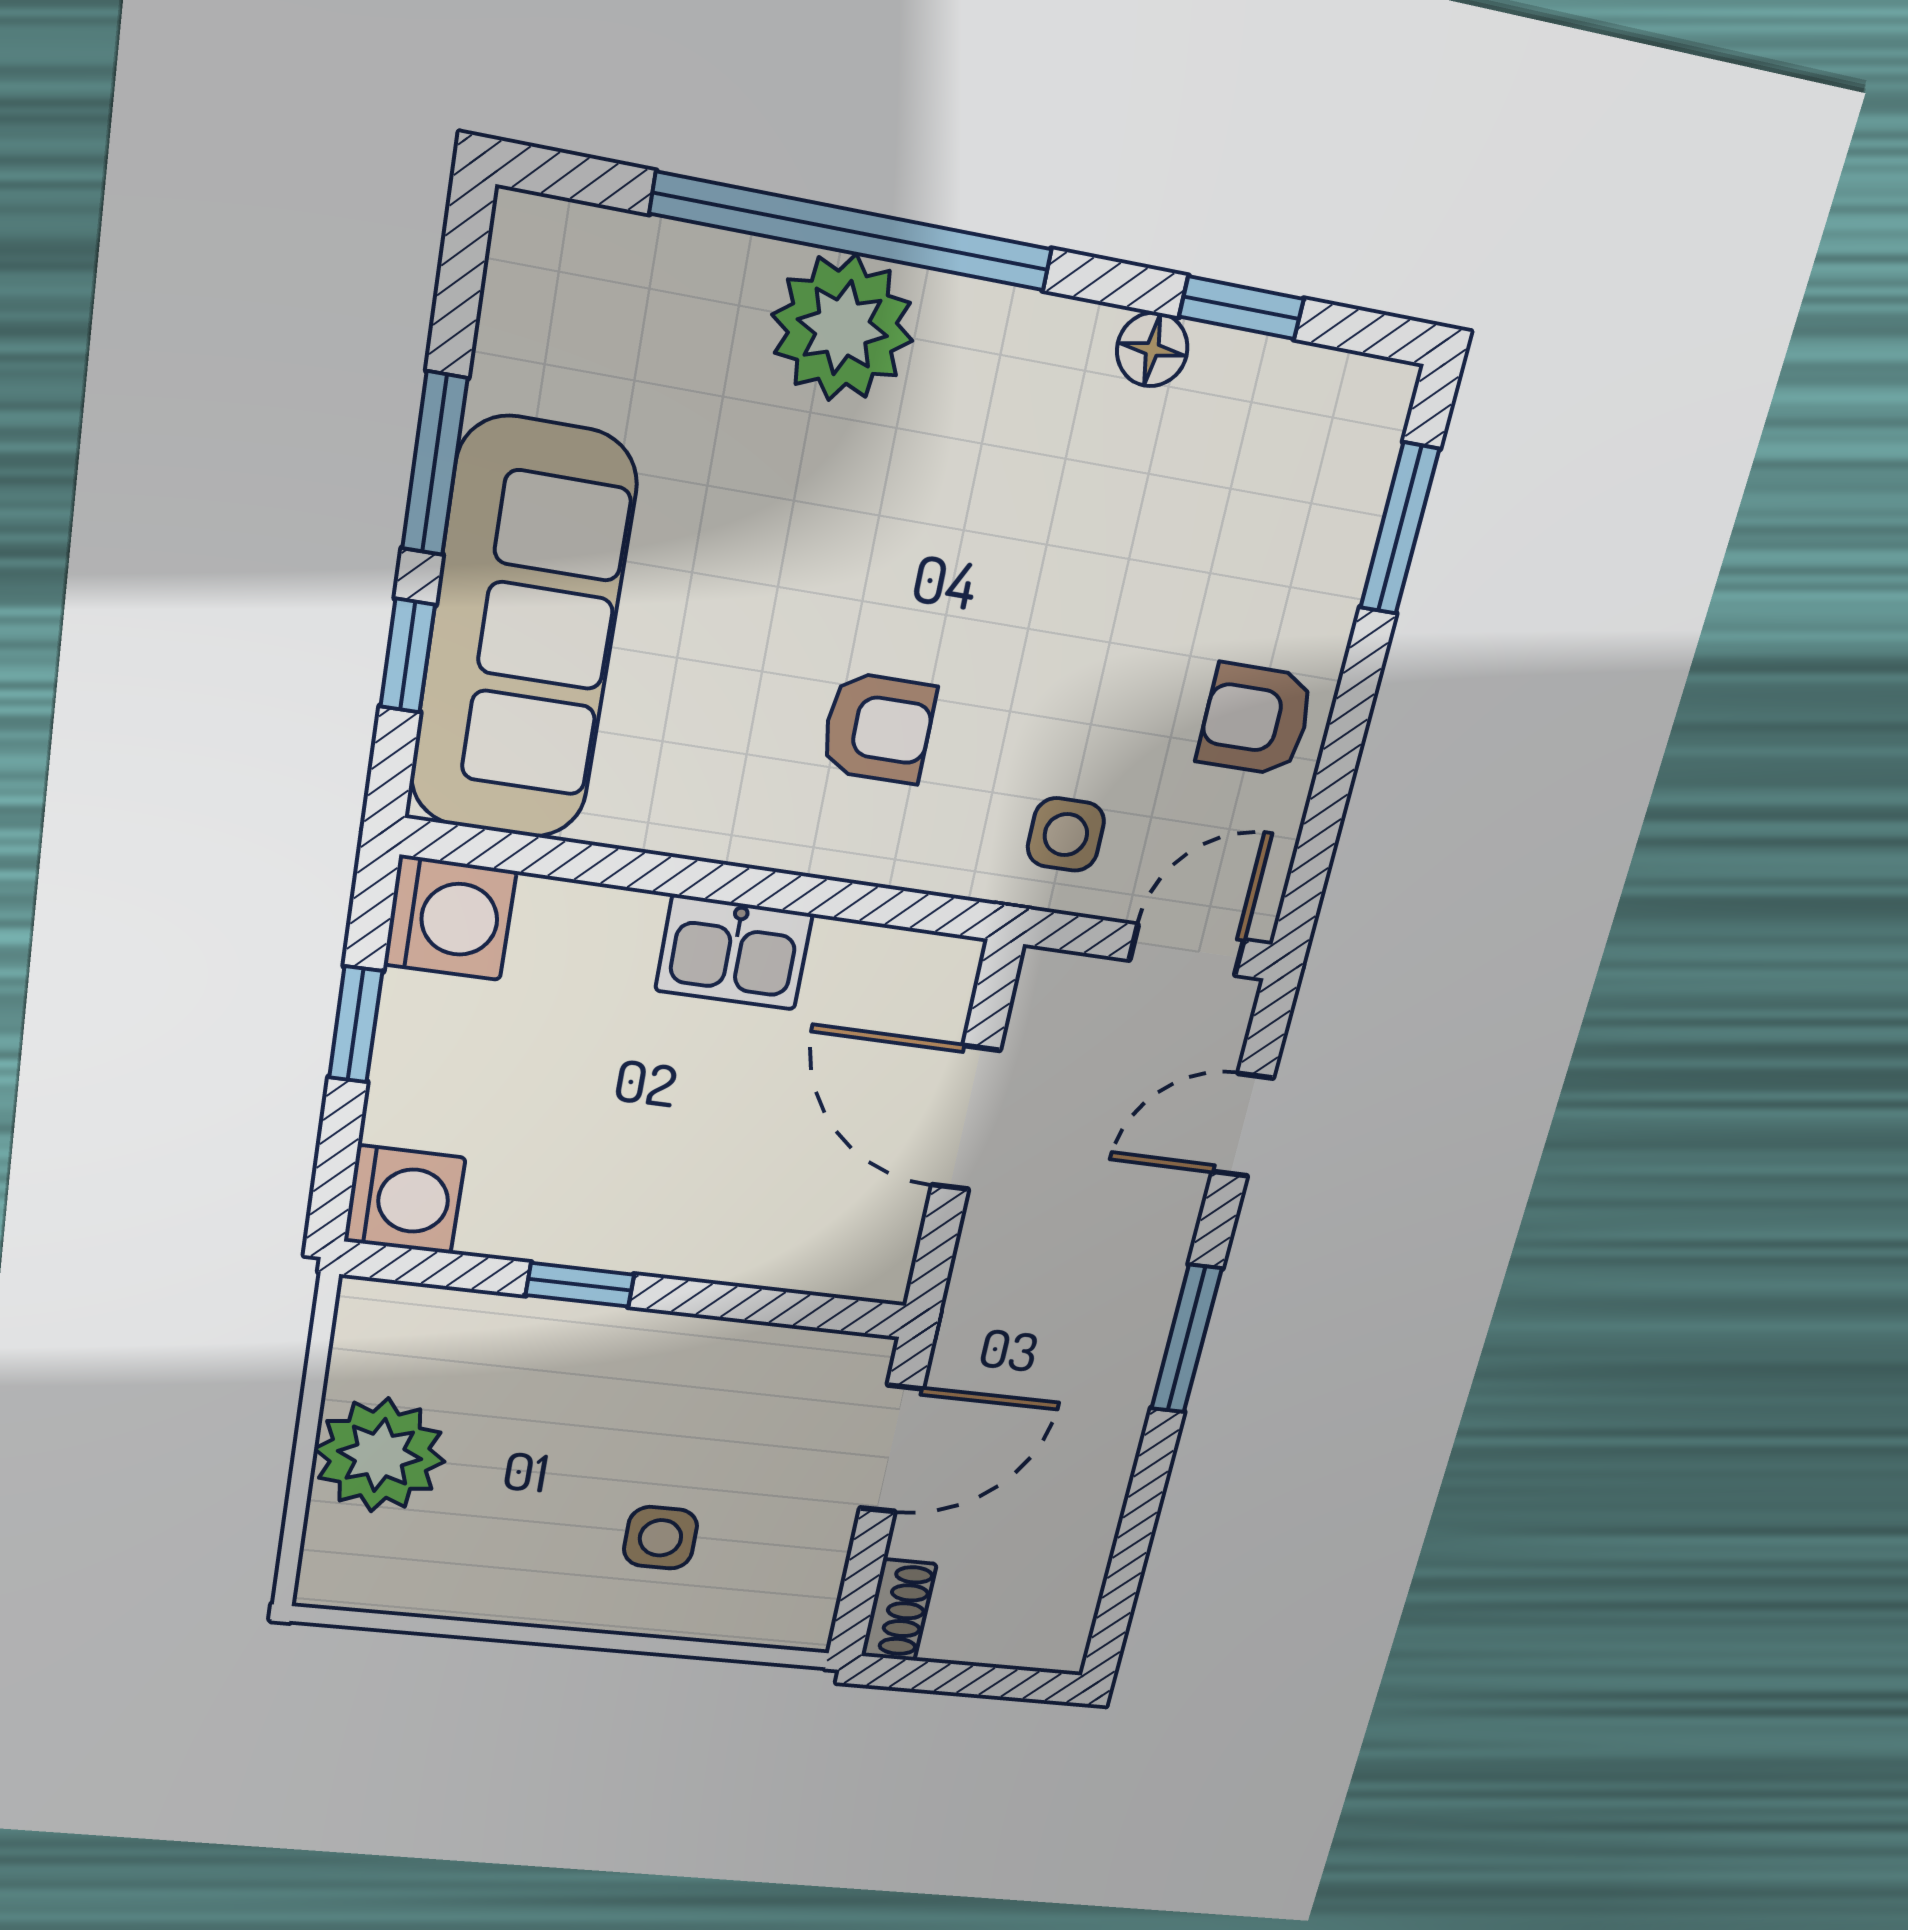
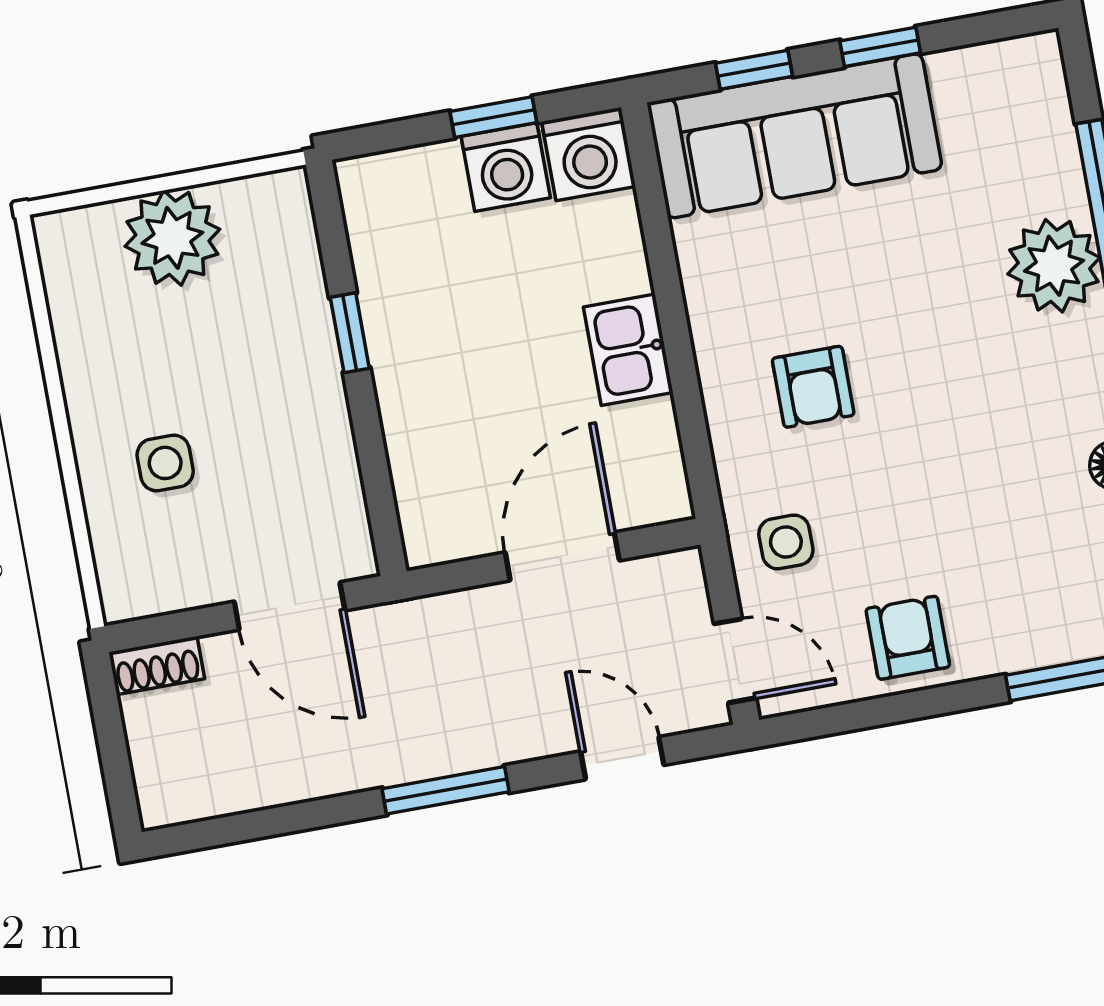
window: (435, 464) -> (880, 47), width x0.67
washing machine: (405, 1200) -> (506, 167), moved

